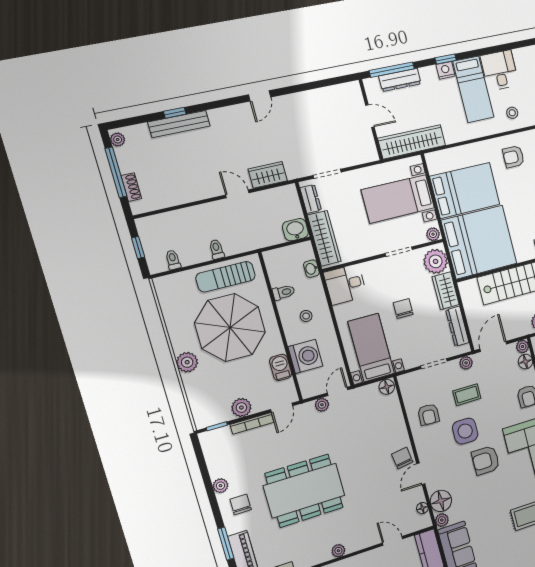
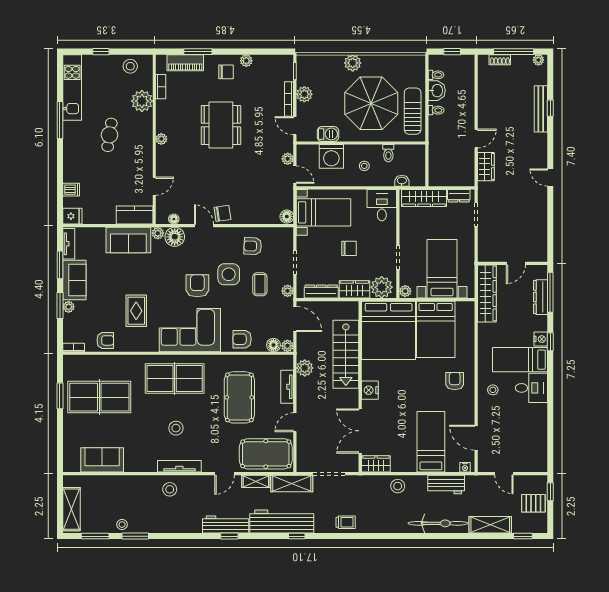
washbasin: (295, 230) -> (437, 91), moved
dining table: (304, 491) -> (221, 125), width x0.73, depth x0.80

